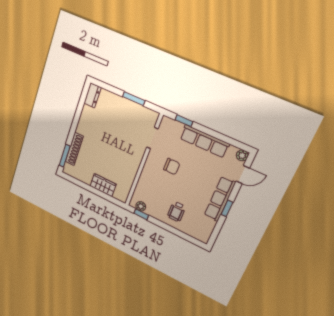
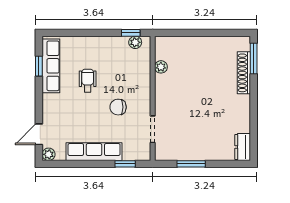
plant: (129, 180) -> (161, 67), added
wardrobe: (103, 185) -> (191, 45), removed
row of seats: (220, 199) -> (51, 66), moved
window: (227, 208) -> (39, 66), moved
wheelchair: (176, 212) -> (88, 81), moved

